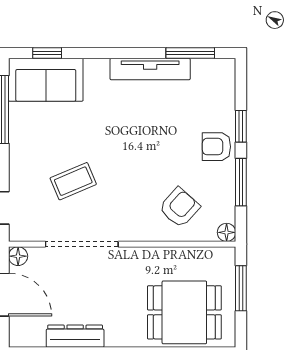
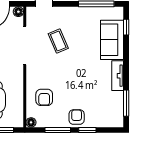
tv unit: (150, 69) -> (118, 76), width x0.71
sofa: (46, 80) -> (112, 40), moved
armchair: (179, 208) -> (44, 97), turned 48

